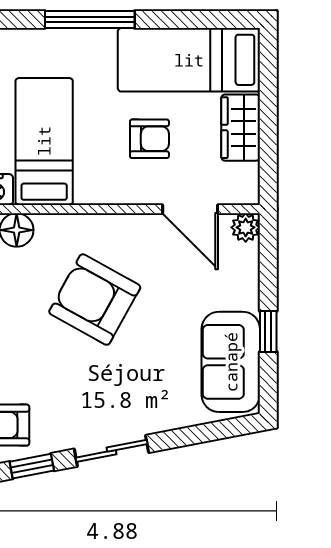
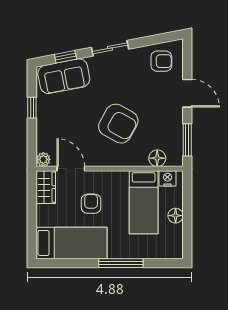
wardrobe: (241, 128) -> (46, 187), moved
armchair: (149, 139) -> (91, 204), turned 90
sofa: (231, 362) -> (64, 76), moved, turned 79
window: (32, 466) -> (65, 57), moved

